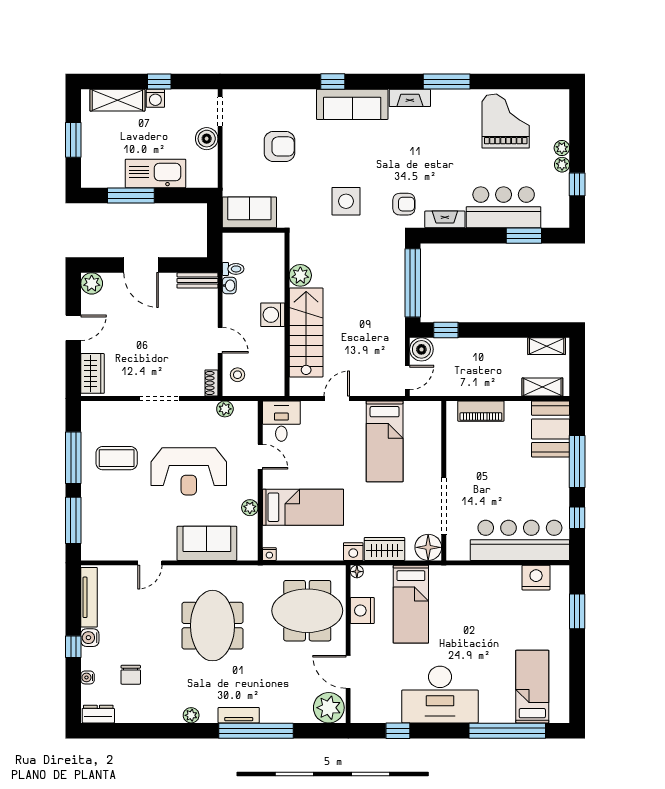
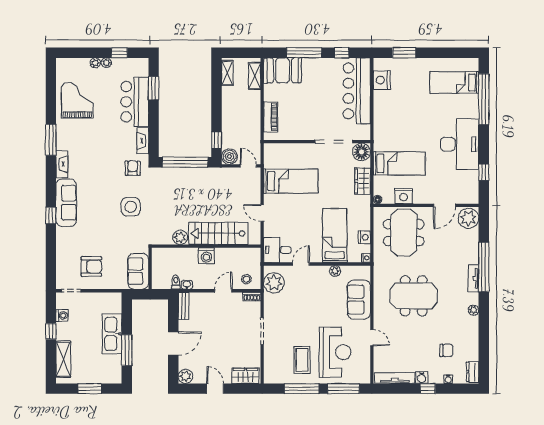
washing machine: (155, 98) -> (62, 316), moved
grand piano: (506, 121) -> (77, 100), turned 90
boiler: (207, 139) -> (89, 300), removed
armchair: (279, 146) -> (91, 267), moved, turned 90
plant: (225, 409) -> (274, 283), width x1.88, depth x1.88
reception desk: (189, 471) -> (335, 352), moved
nightstand: (353, 552) -> (364, 237), moved

